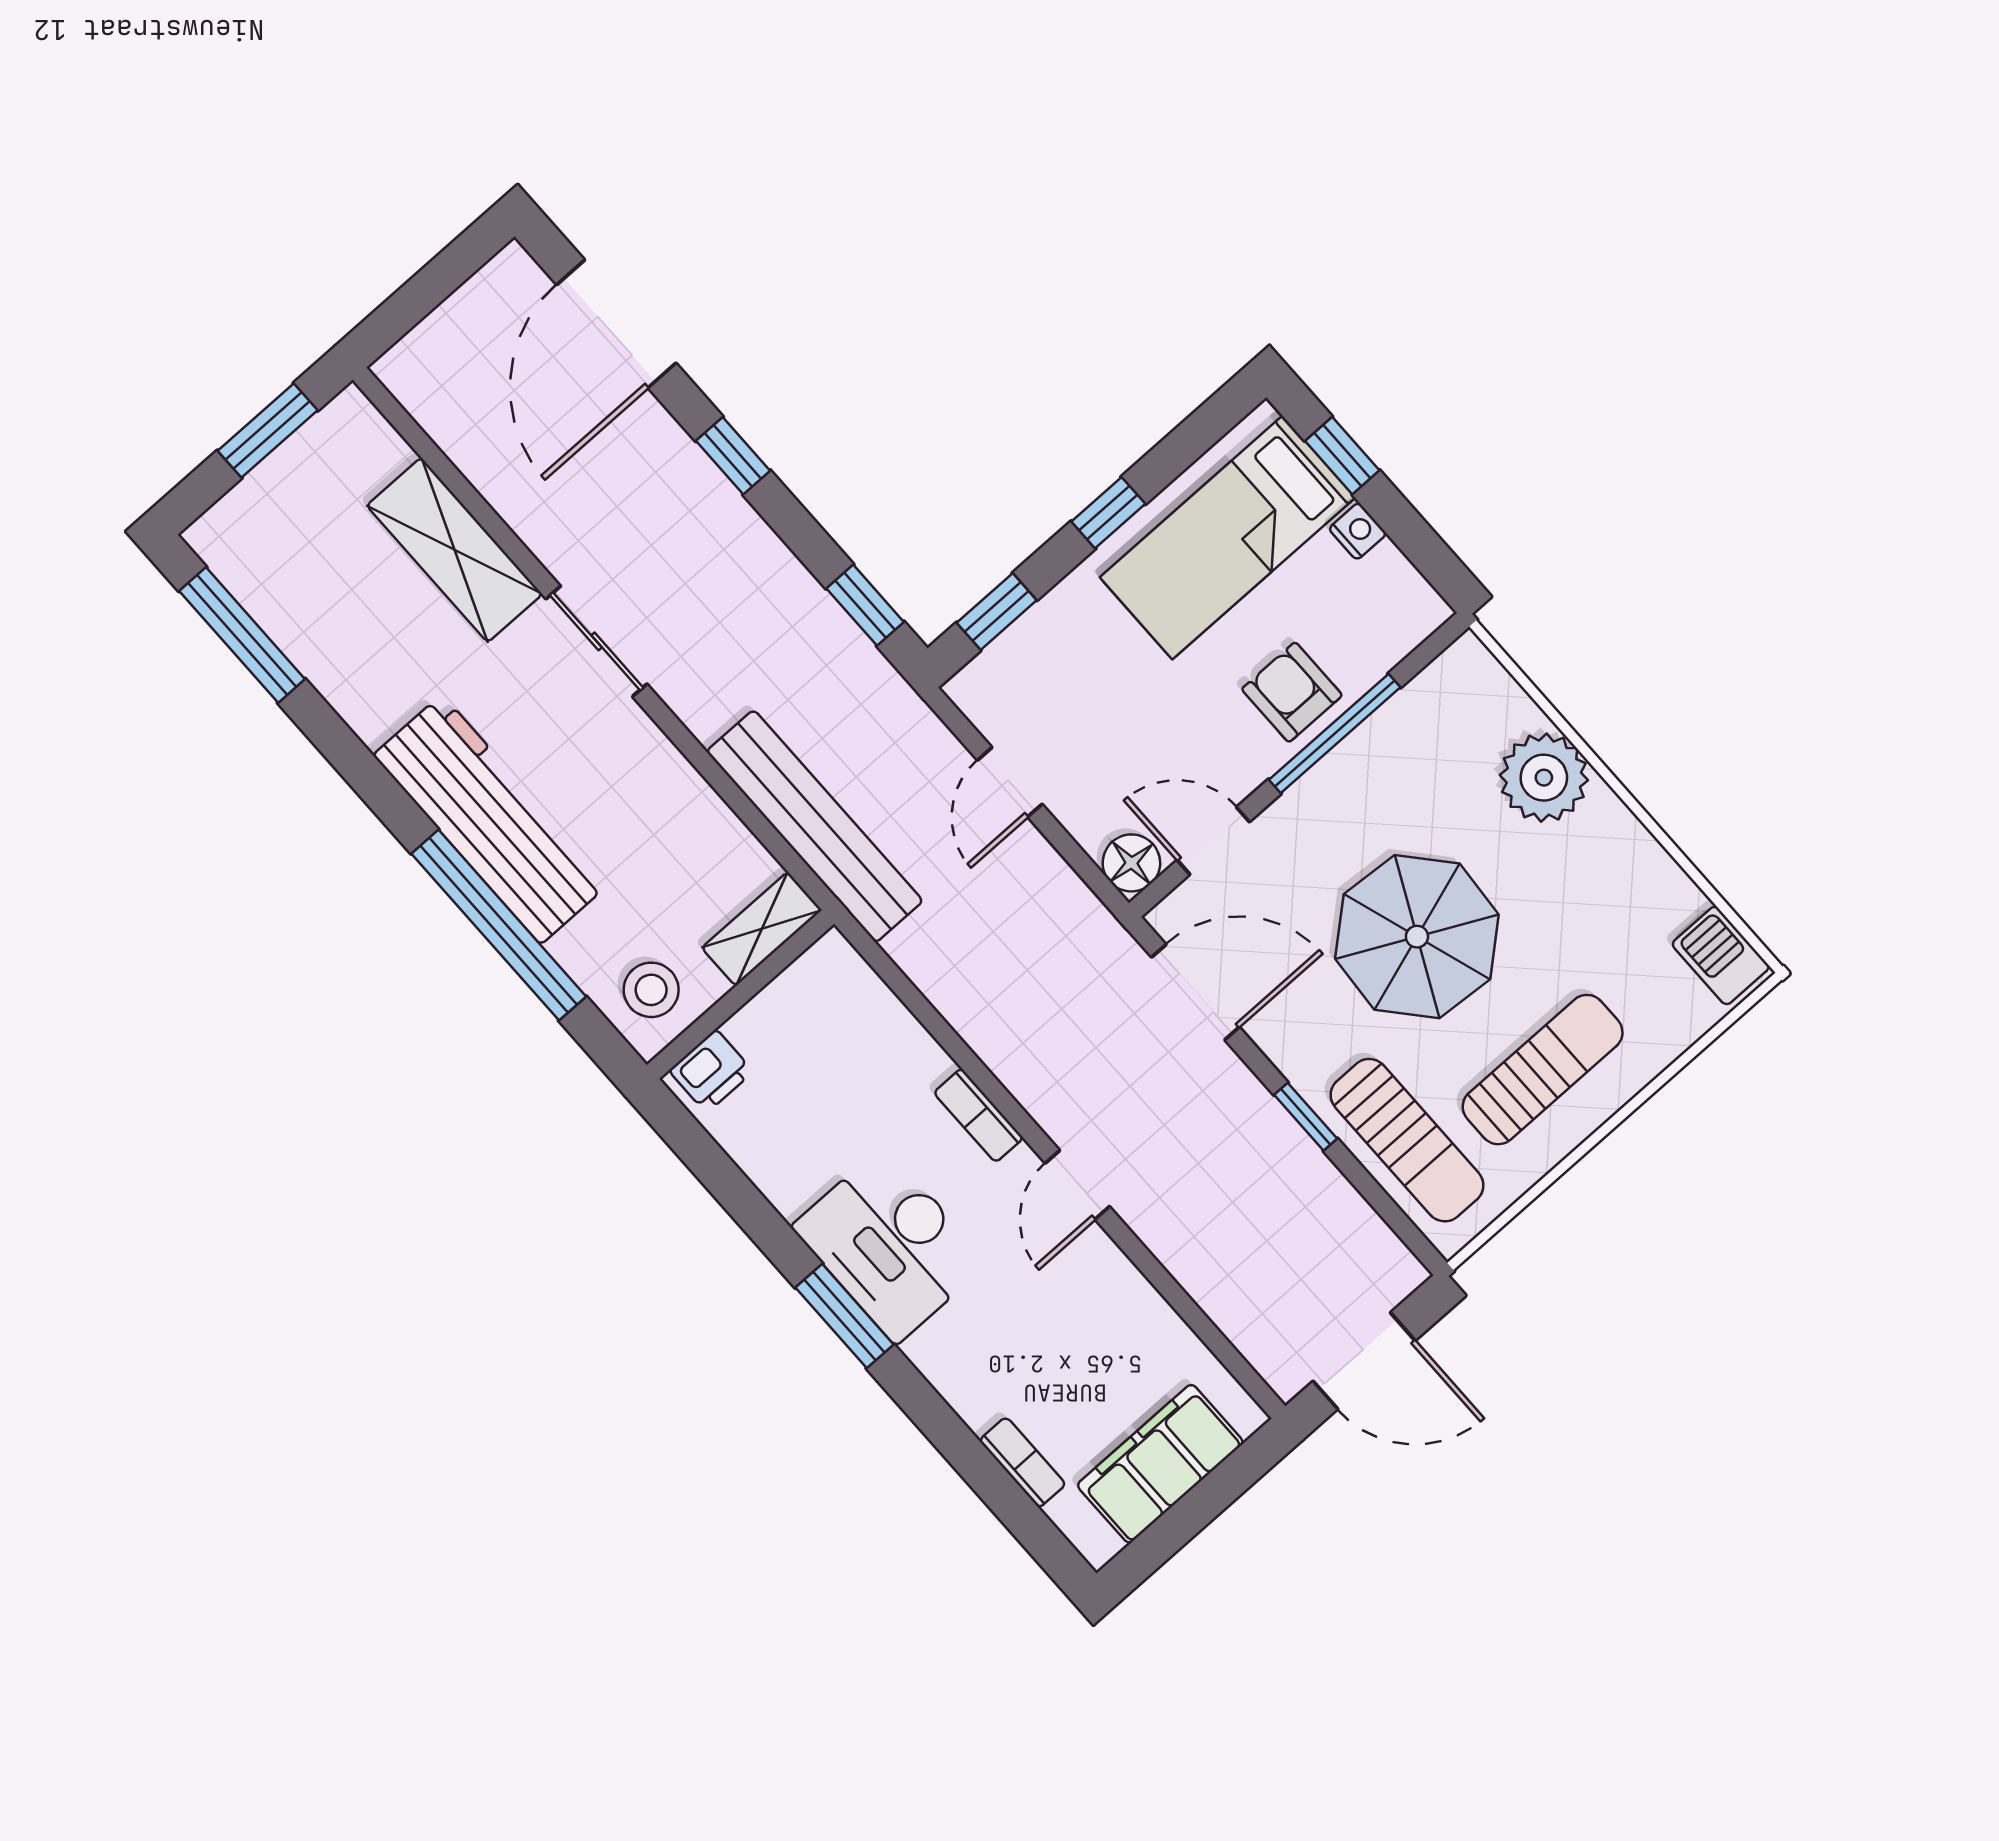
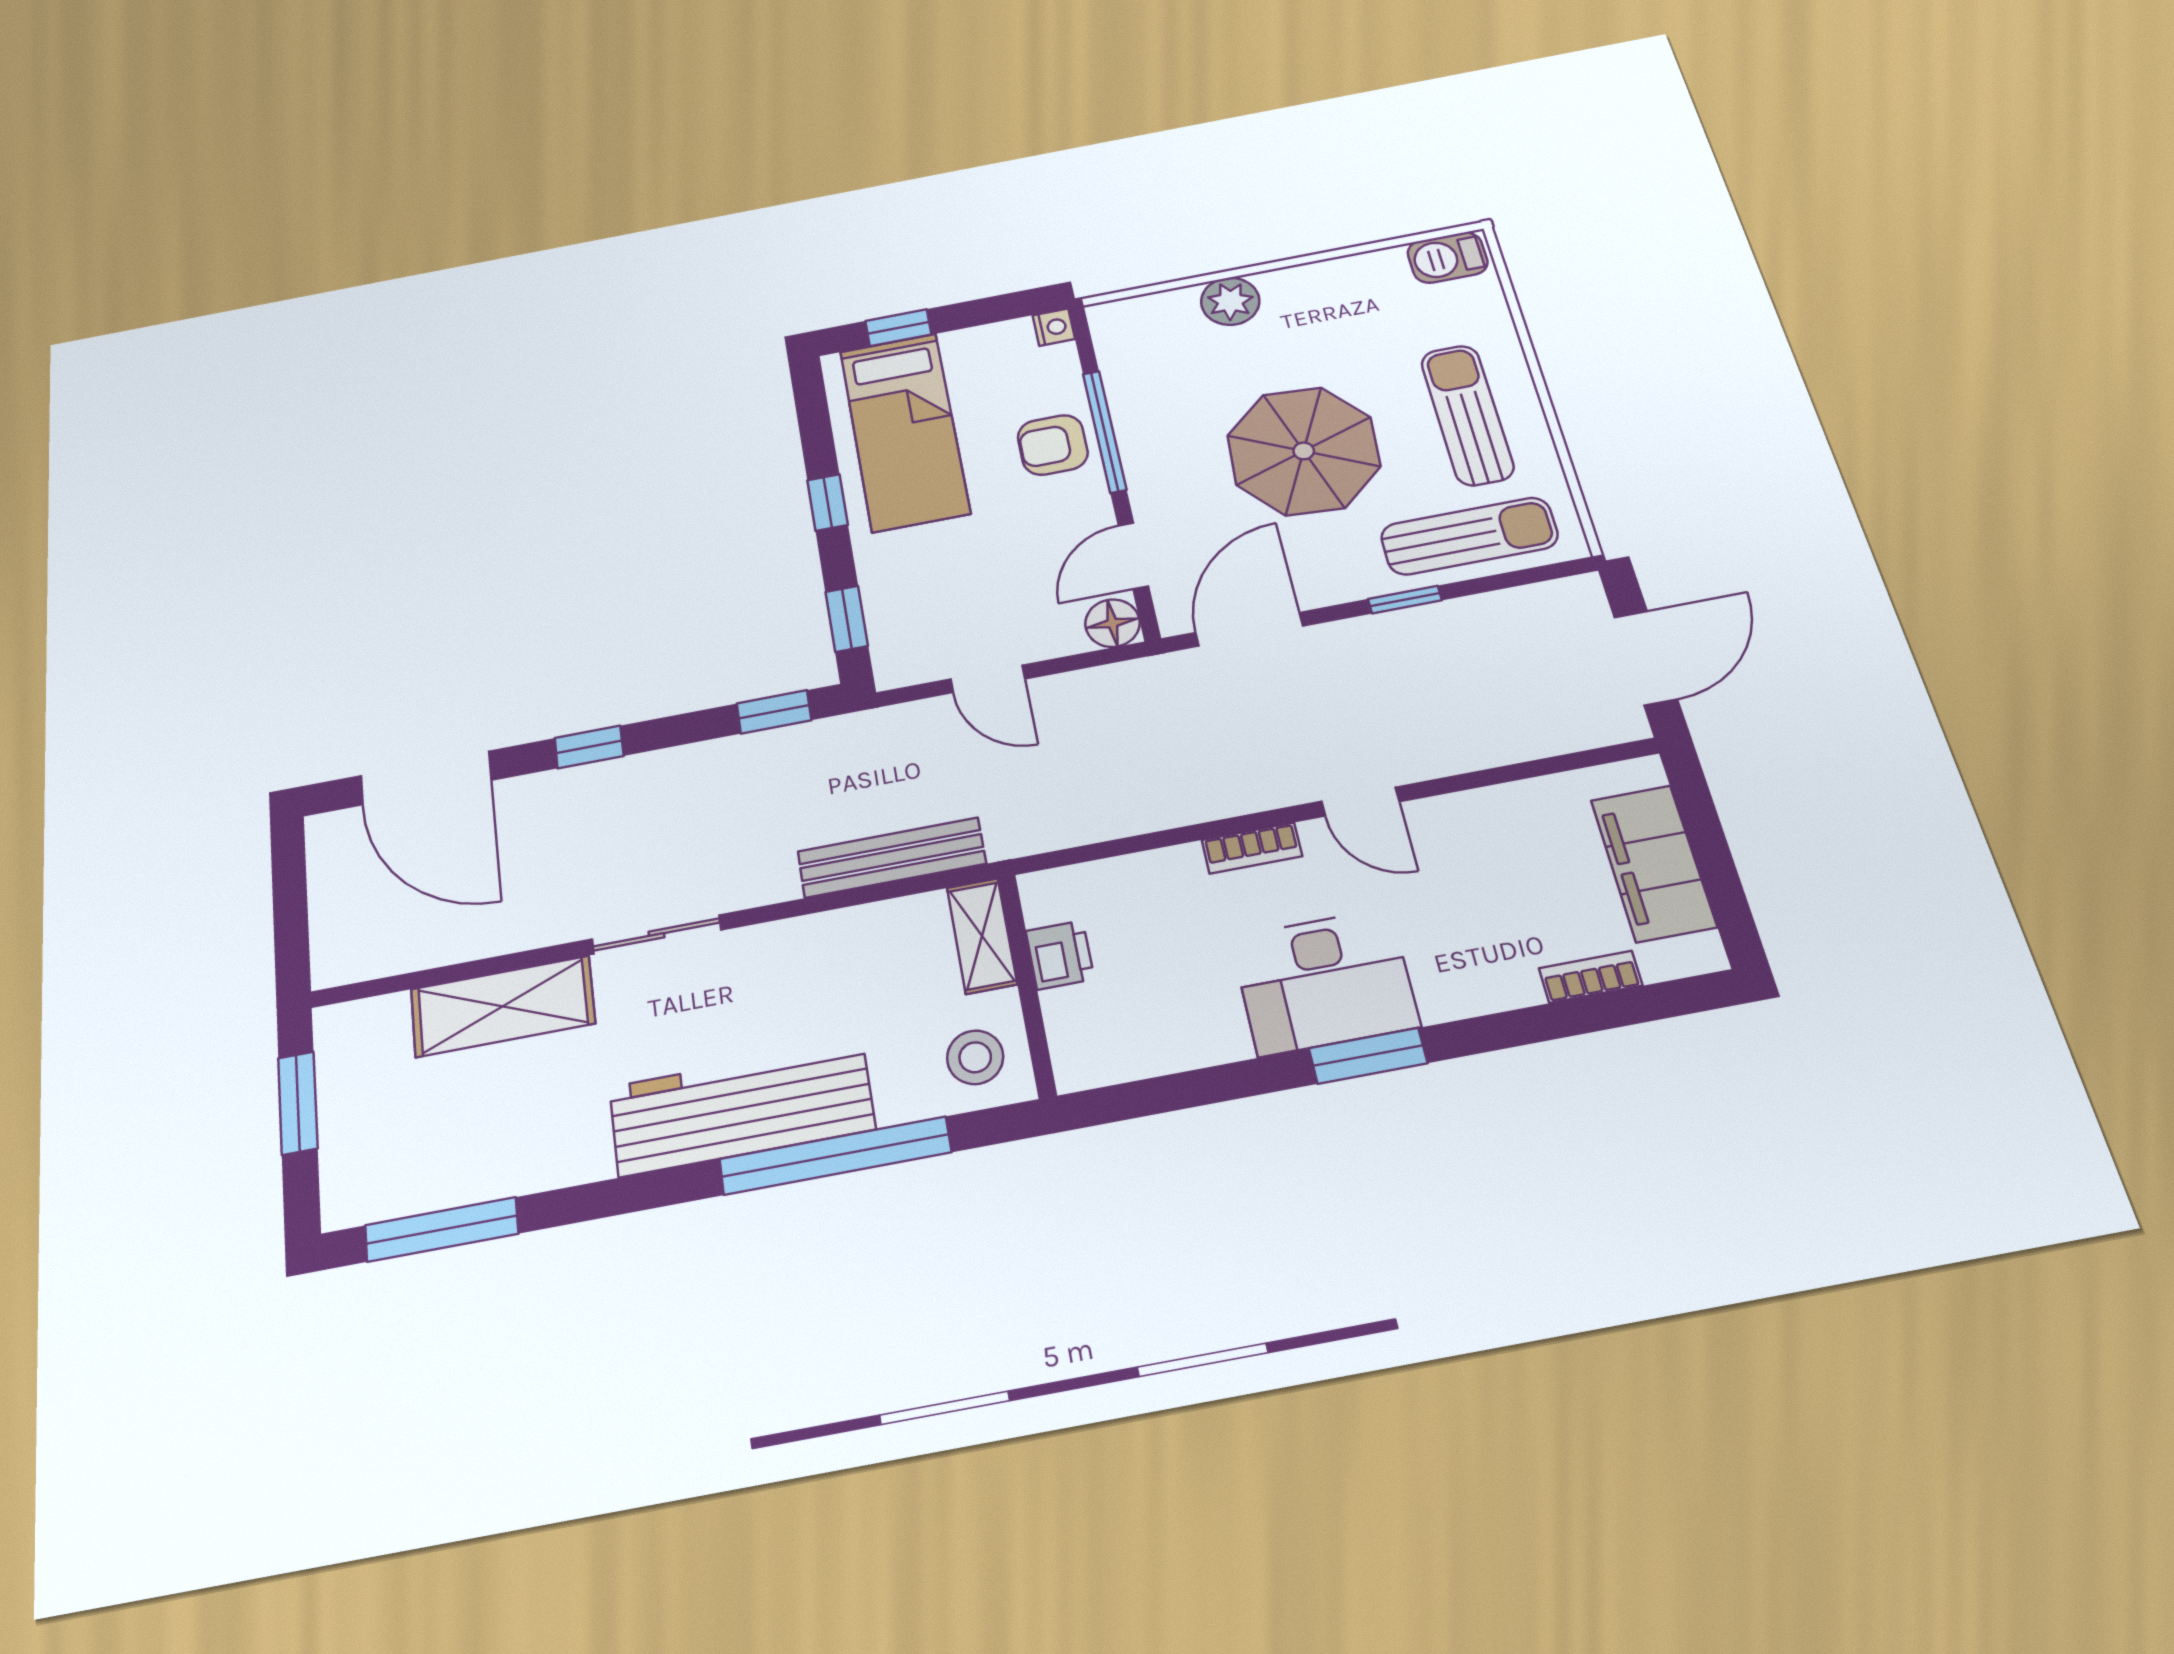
nightstand: (1358, 531) -> (1054, 327), moved, turned 90
plant: (1544, 778) -> (1230, 301), width x0.73, depth x0.73
bench: (815, 826) -> (892, 858), width x0.73, depth x0.82
printer: (711, 1071) -> (1060, 955), moved

